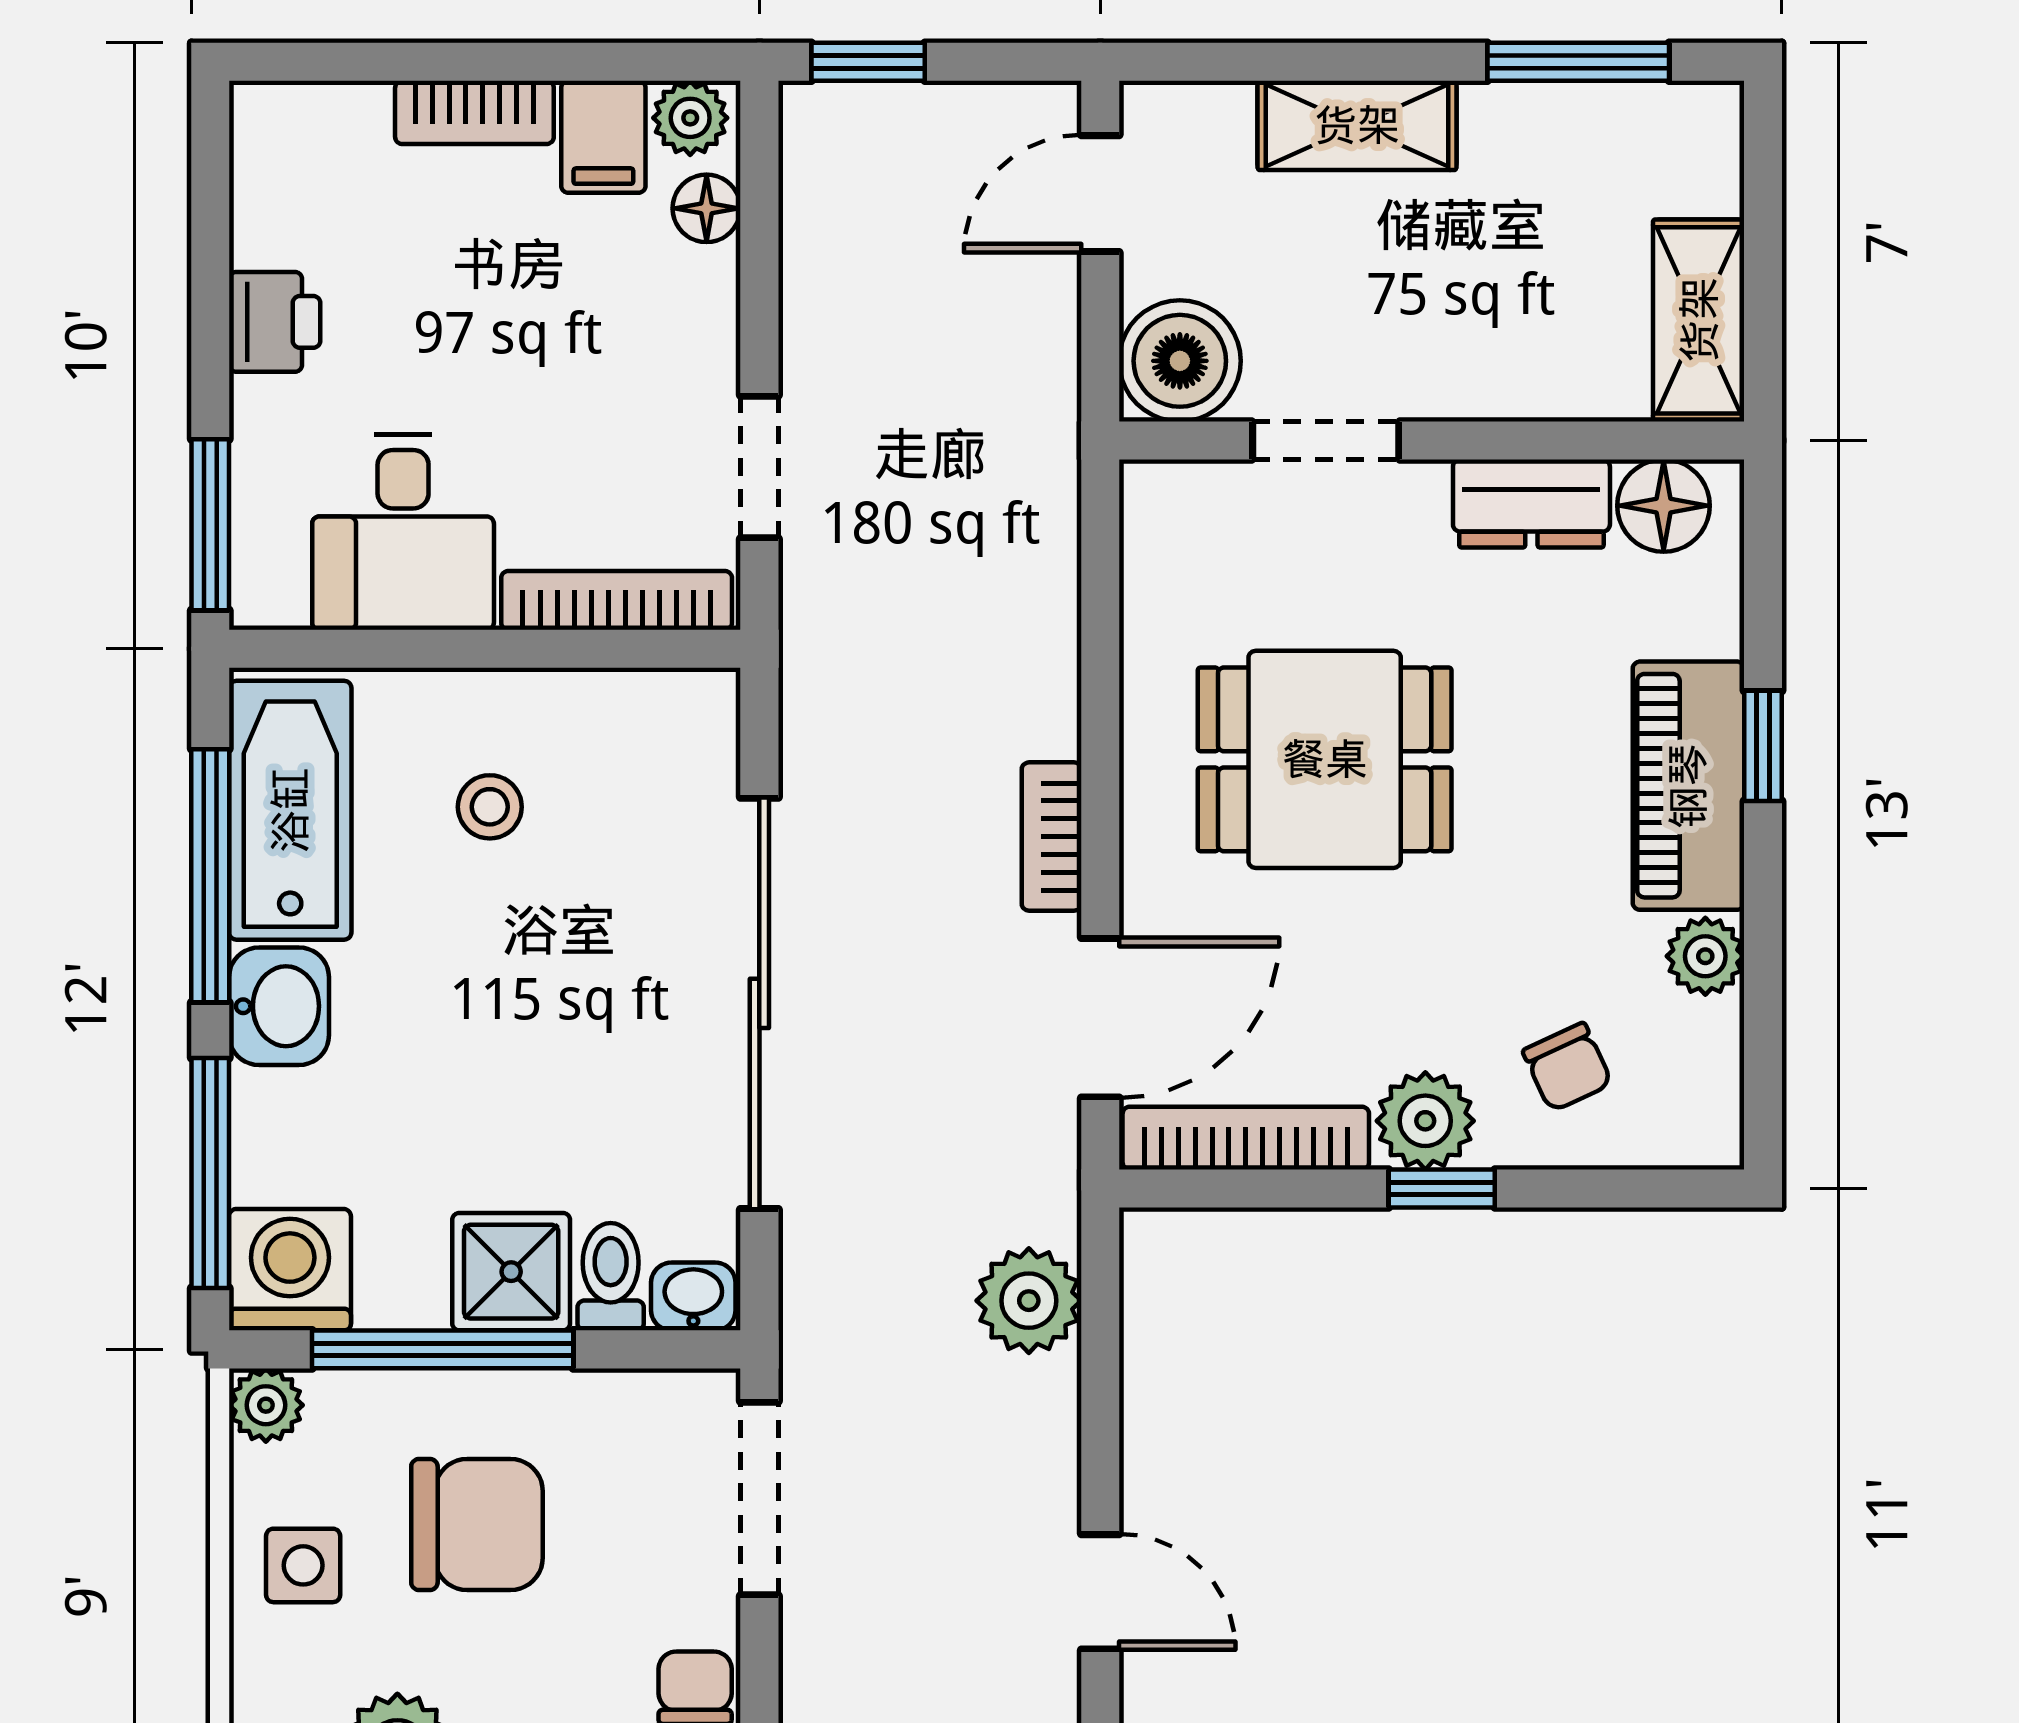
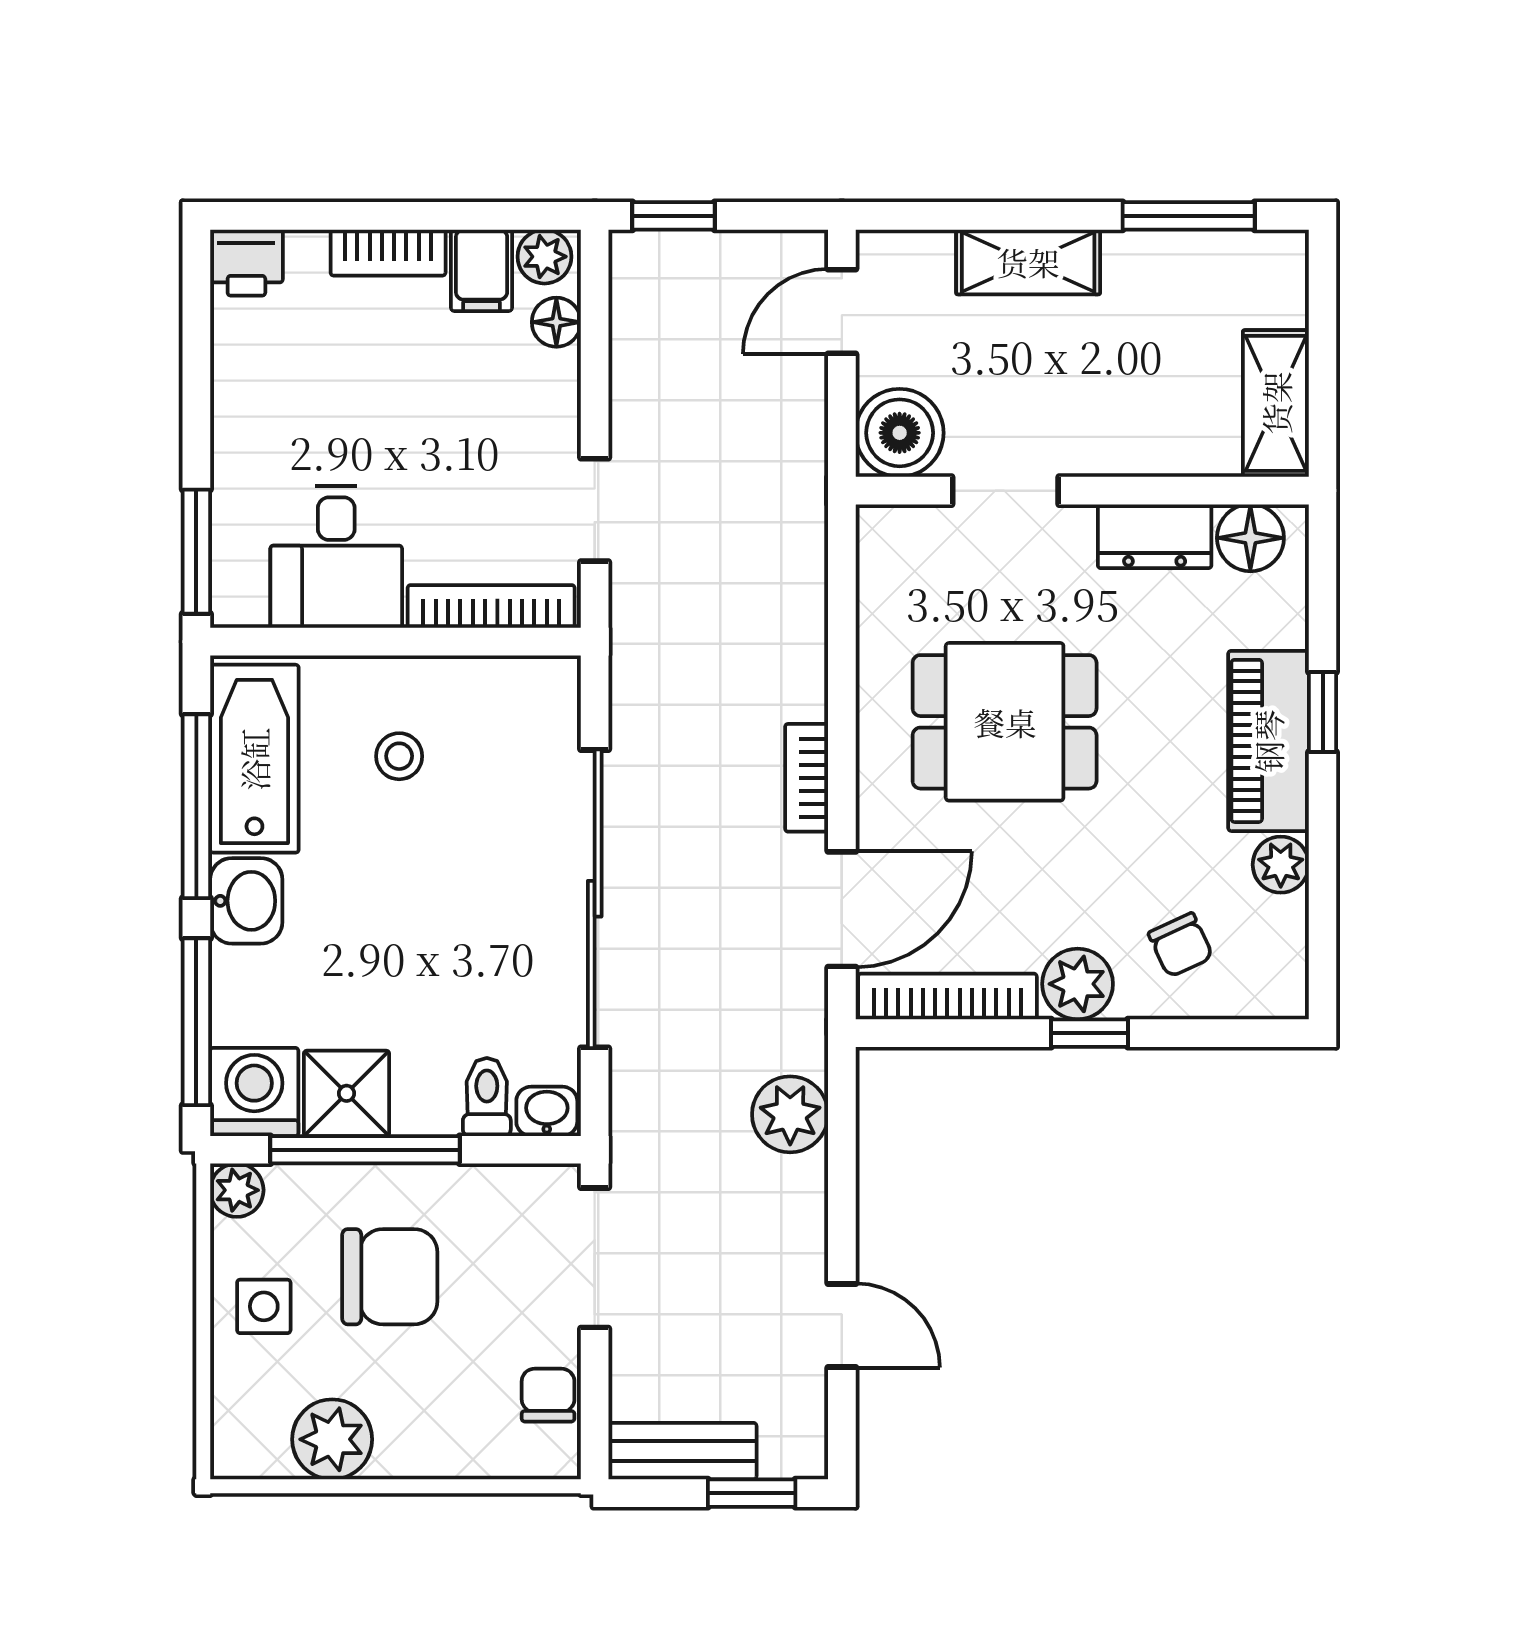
printer: (275, 322) -> (246, 263), moved, turned 90
shower: (511, 1272) -> (347, 1093), moved

